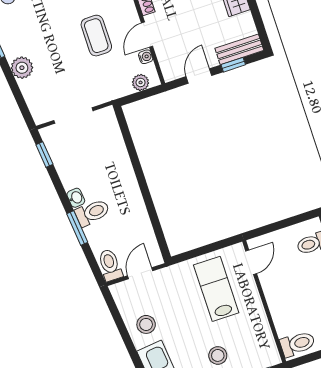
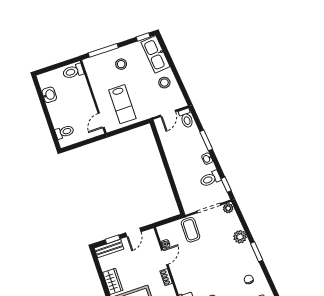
coffee table: (96, 36) -> (191, 230), moved
plant: (141, 82) -> (228, 208), moved
toilet: (92, 212) -> (210, 179), moved

